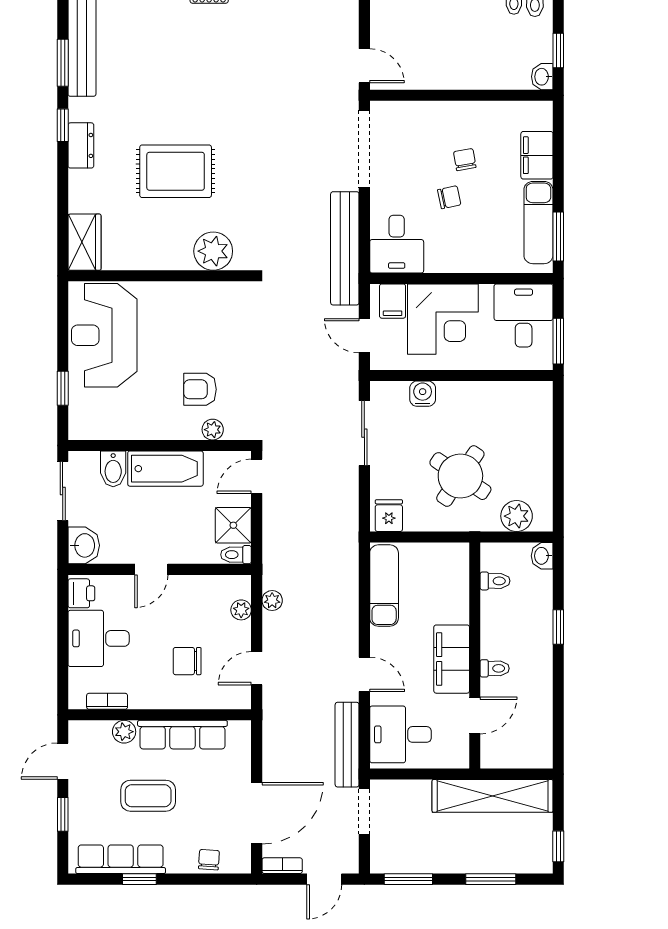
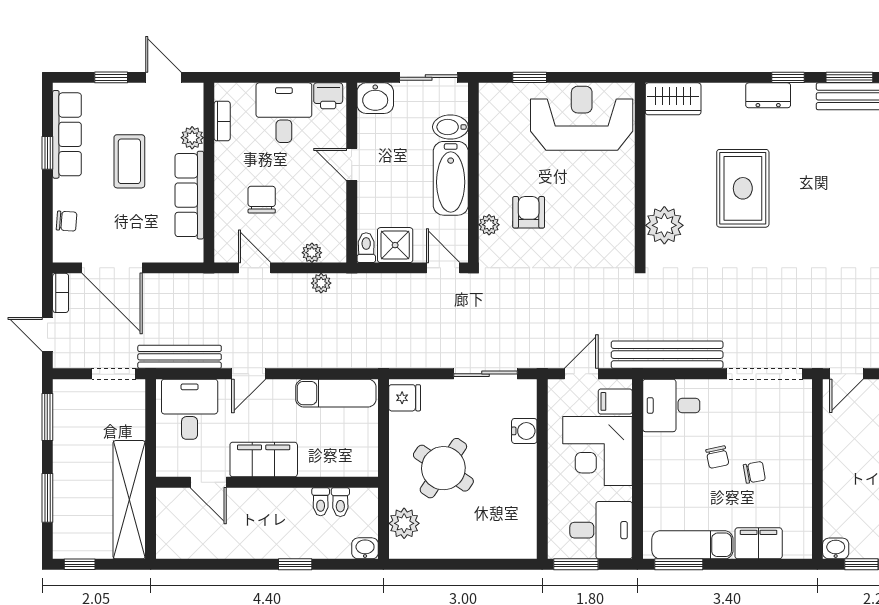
toilet: (495, 668) -> (321, 502), moved

